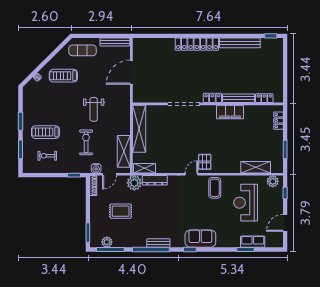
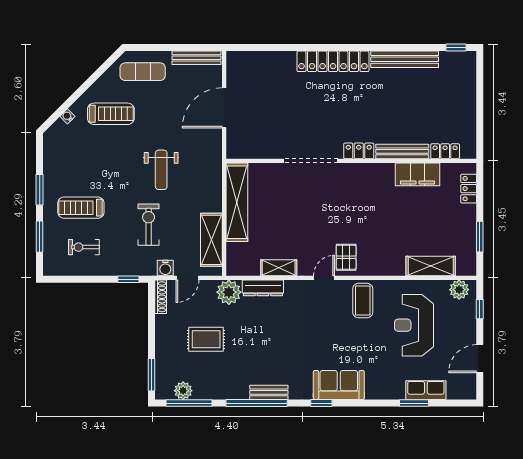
treadmill: (63, 76) -> (111, 114), turned 180
filing cabinet: (230, 112) -> (418, 174), moved
shelving: (144, 168) -> (279, 268), moved

